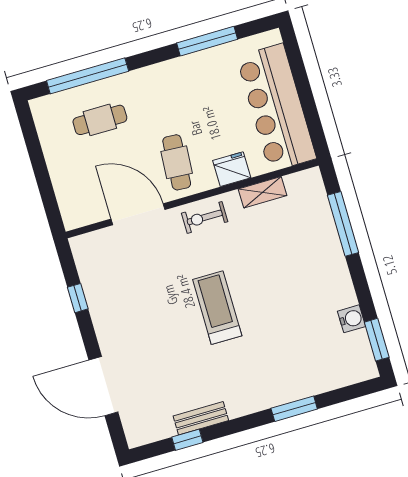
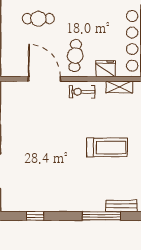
treadmill: (217, 308) -> (107, 147), moved, turned 90
window: (294, 409) -> (101, 216), width x1.44
bench: (201, 418) -> (121, 206), moved

